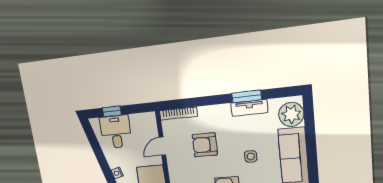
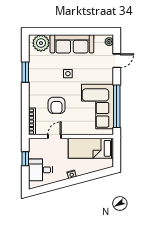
tv unit: (249, 108) -> (33, 71), removed
window: (112, 111) -> (25, 159), moved
door: (162, 146) -> (54, 137), swing flipped

